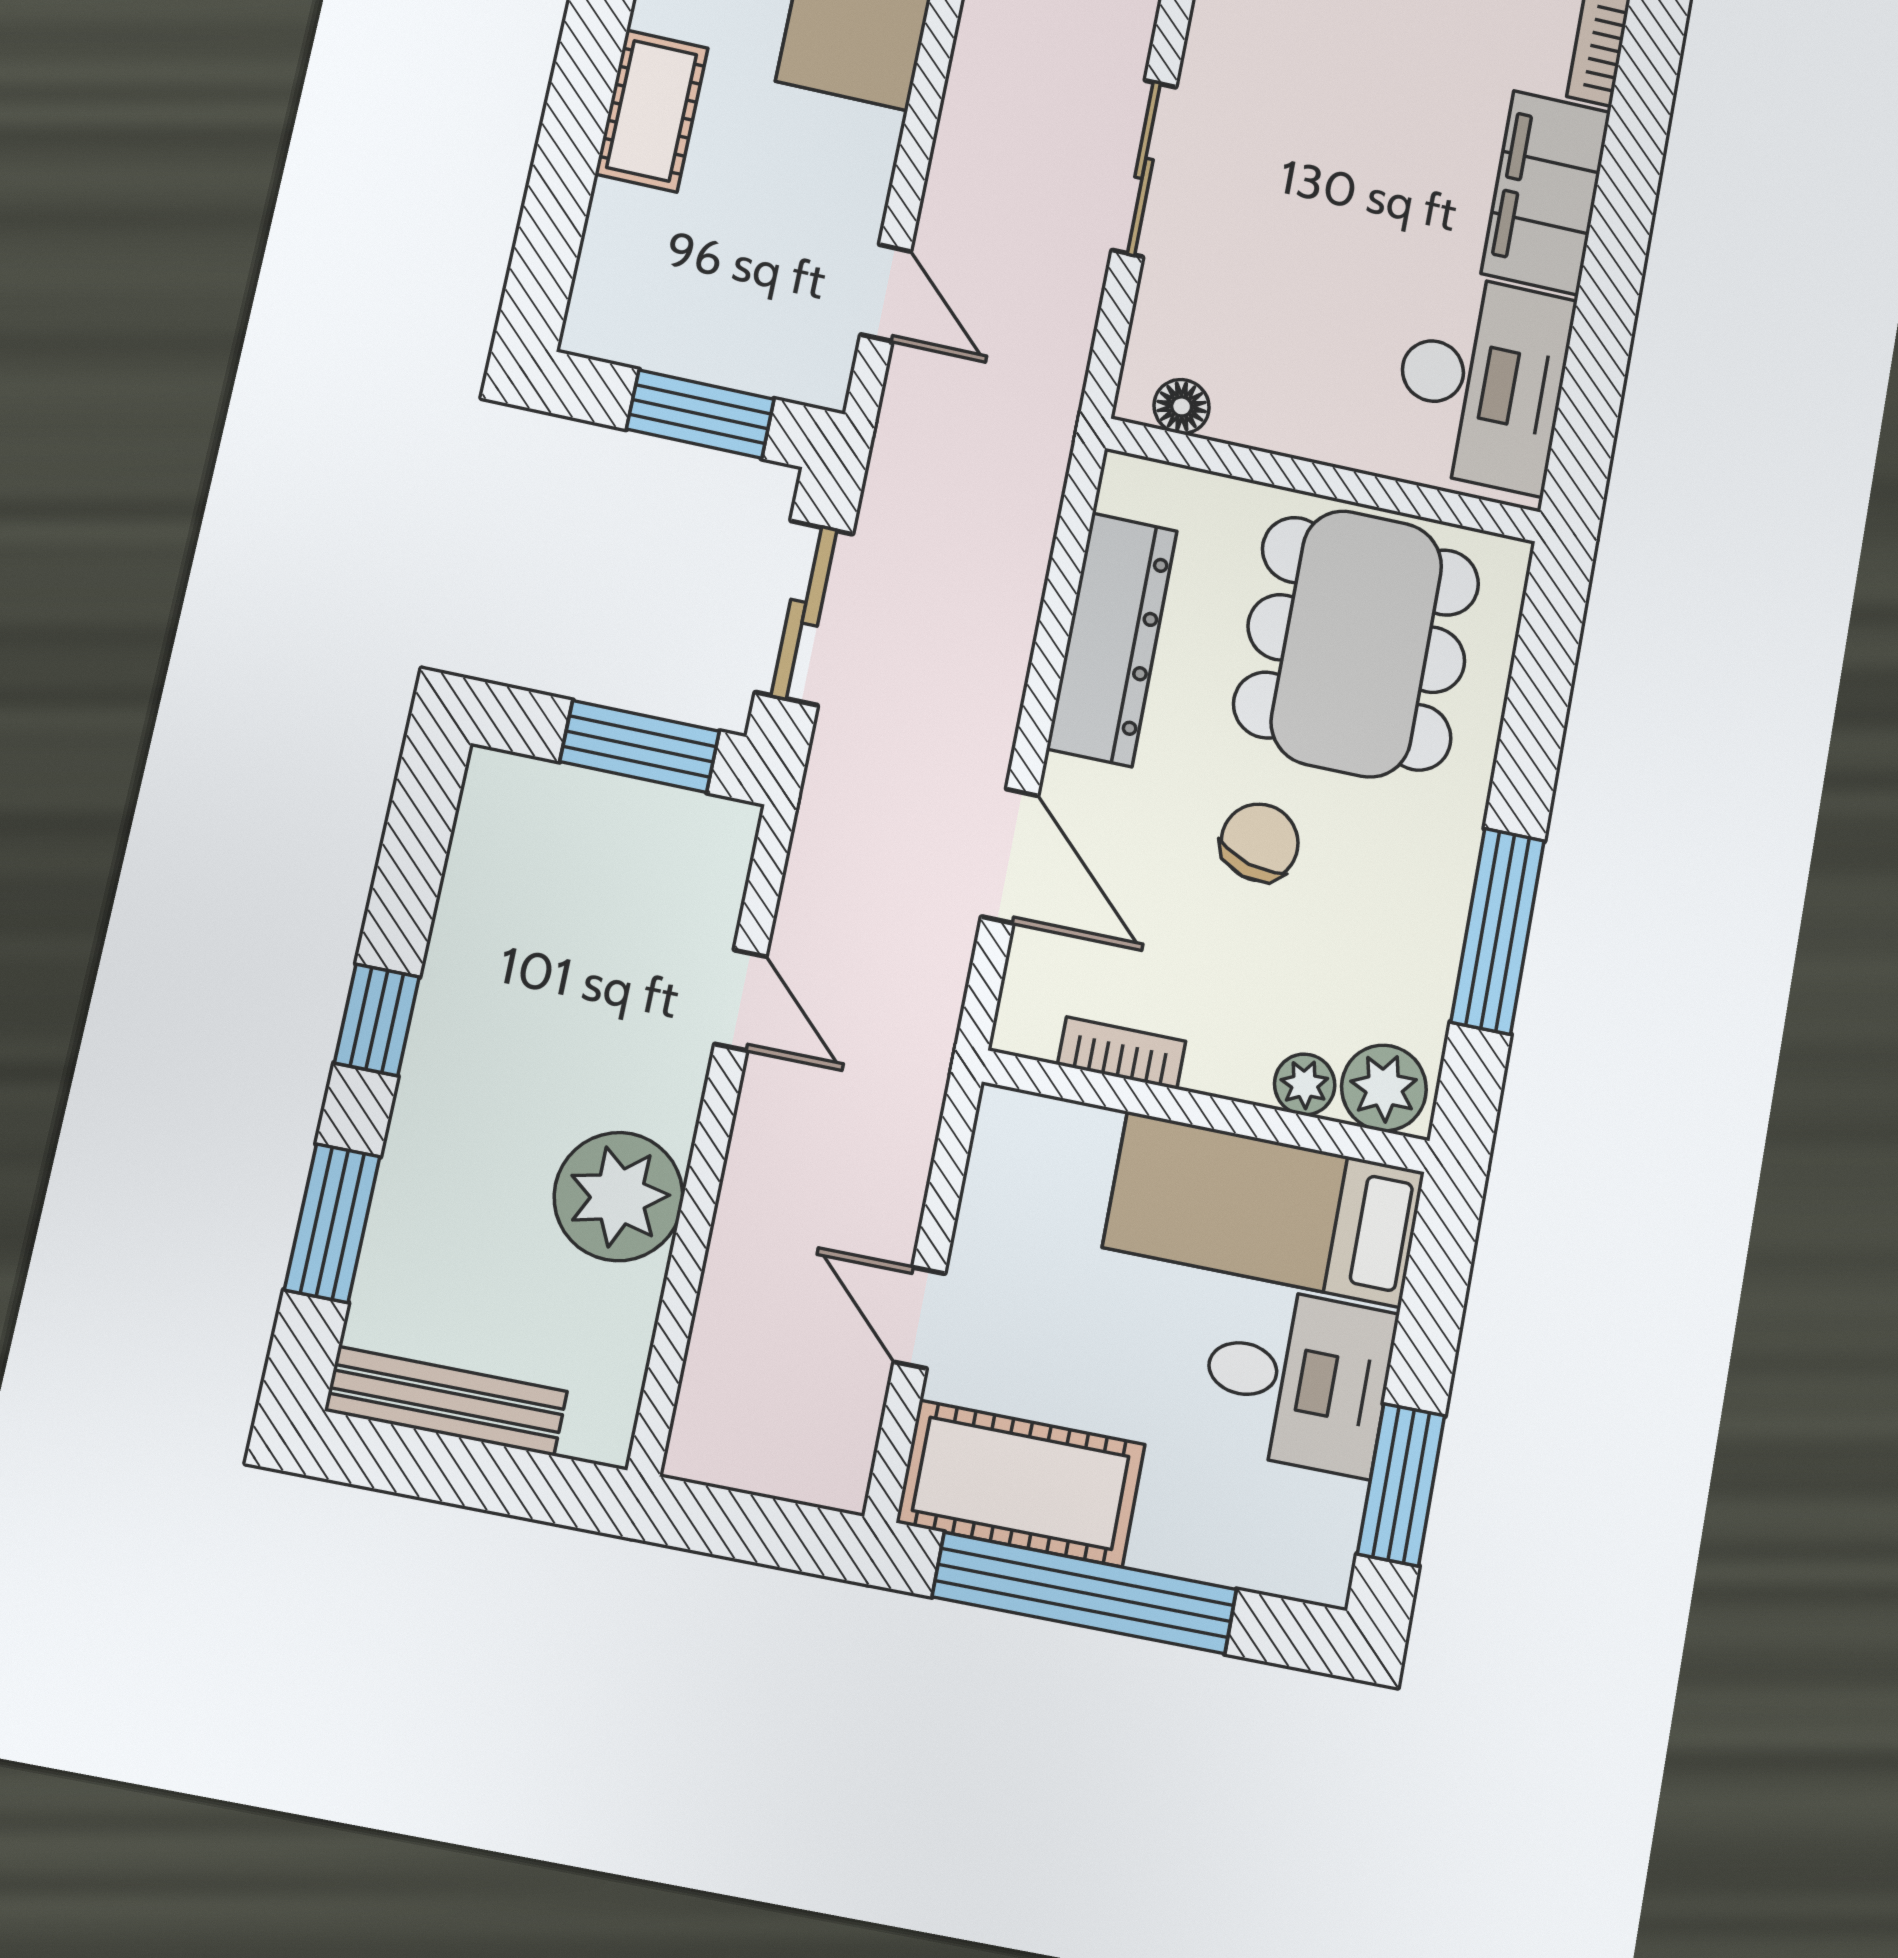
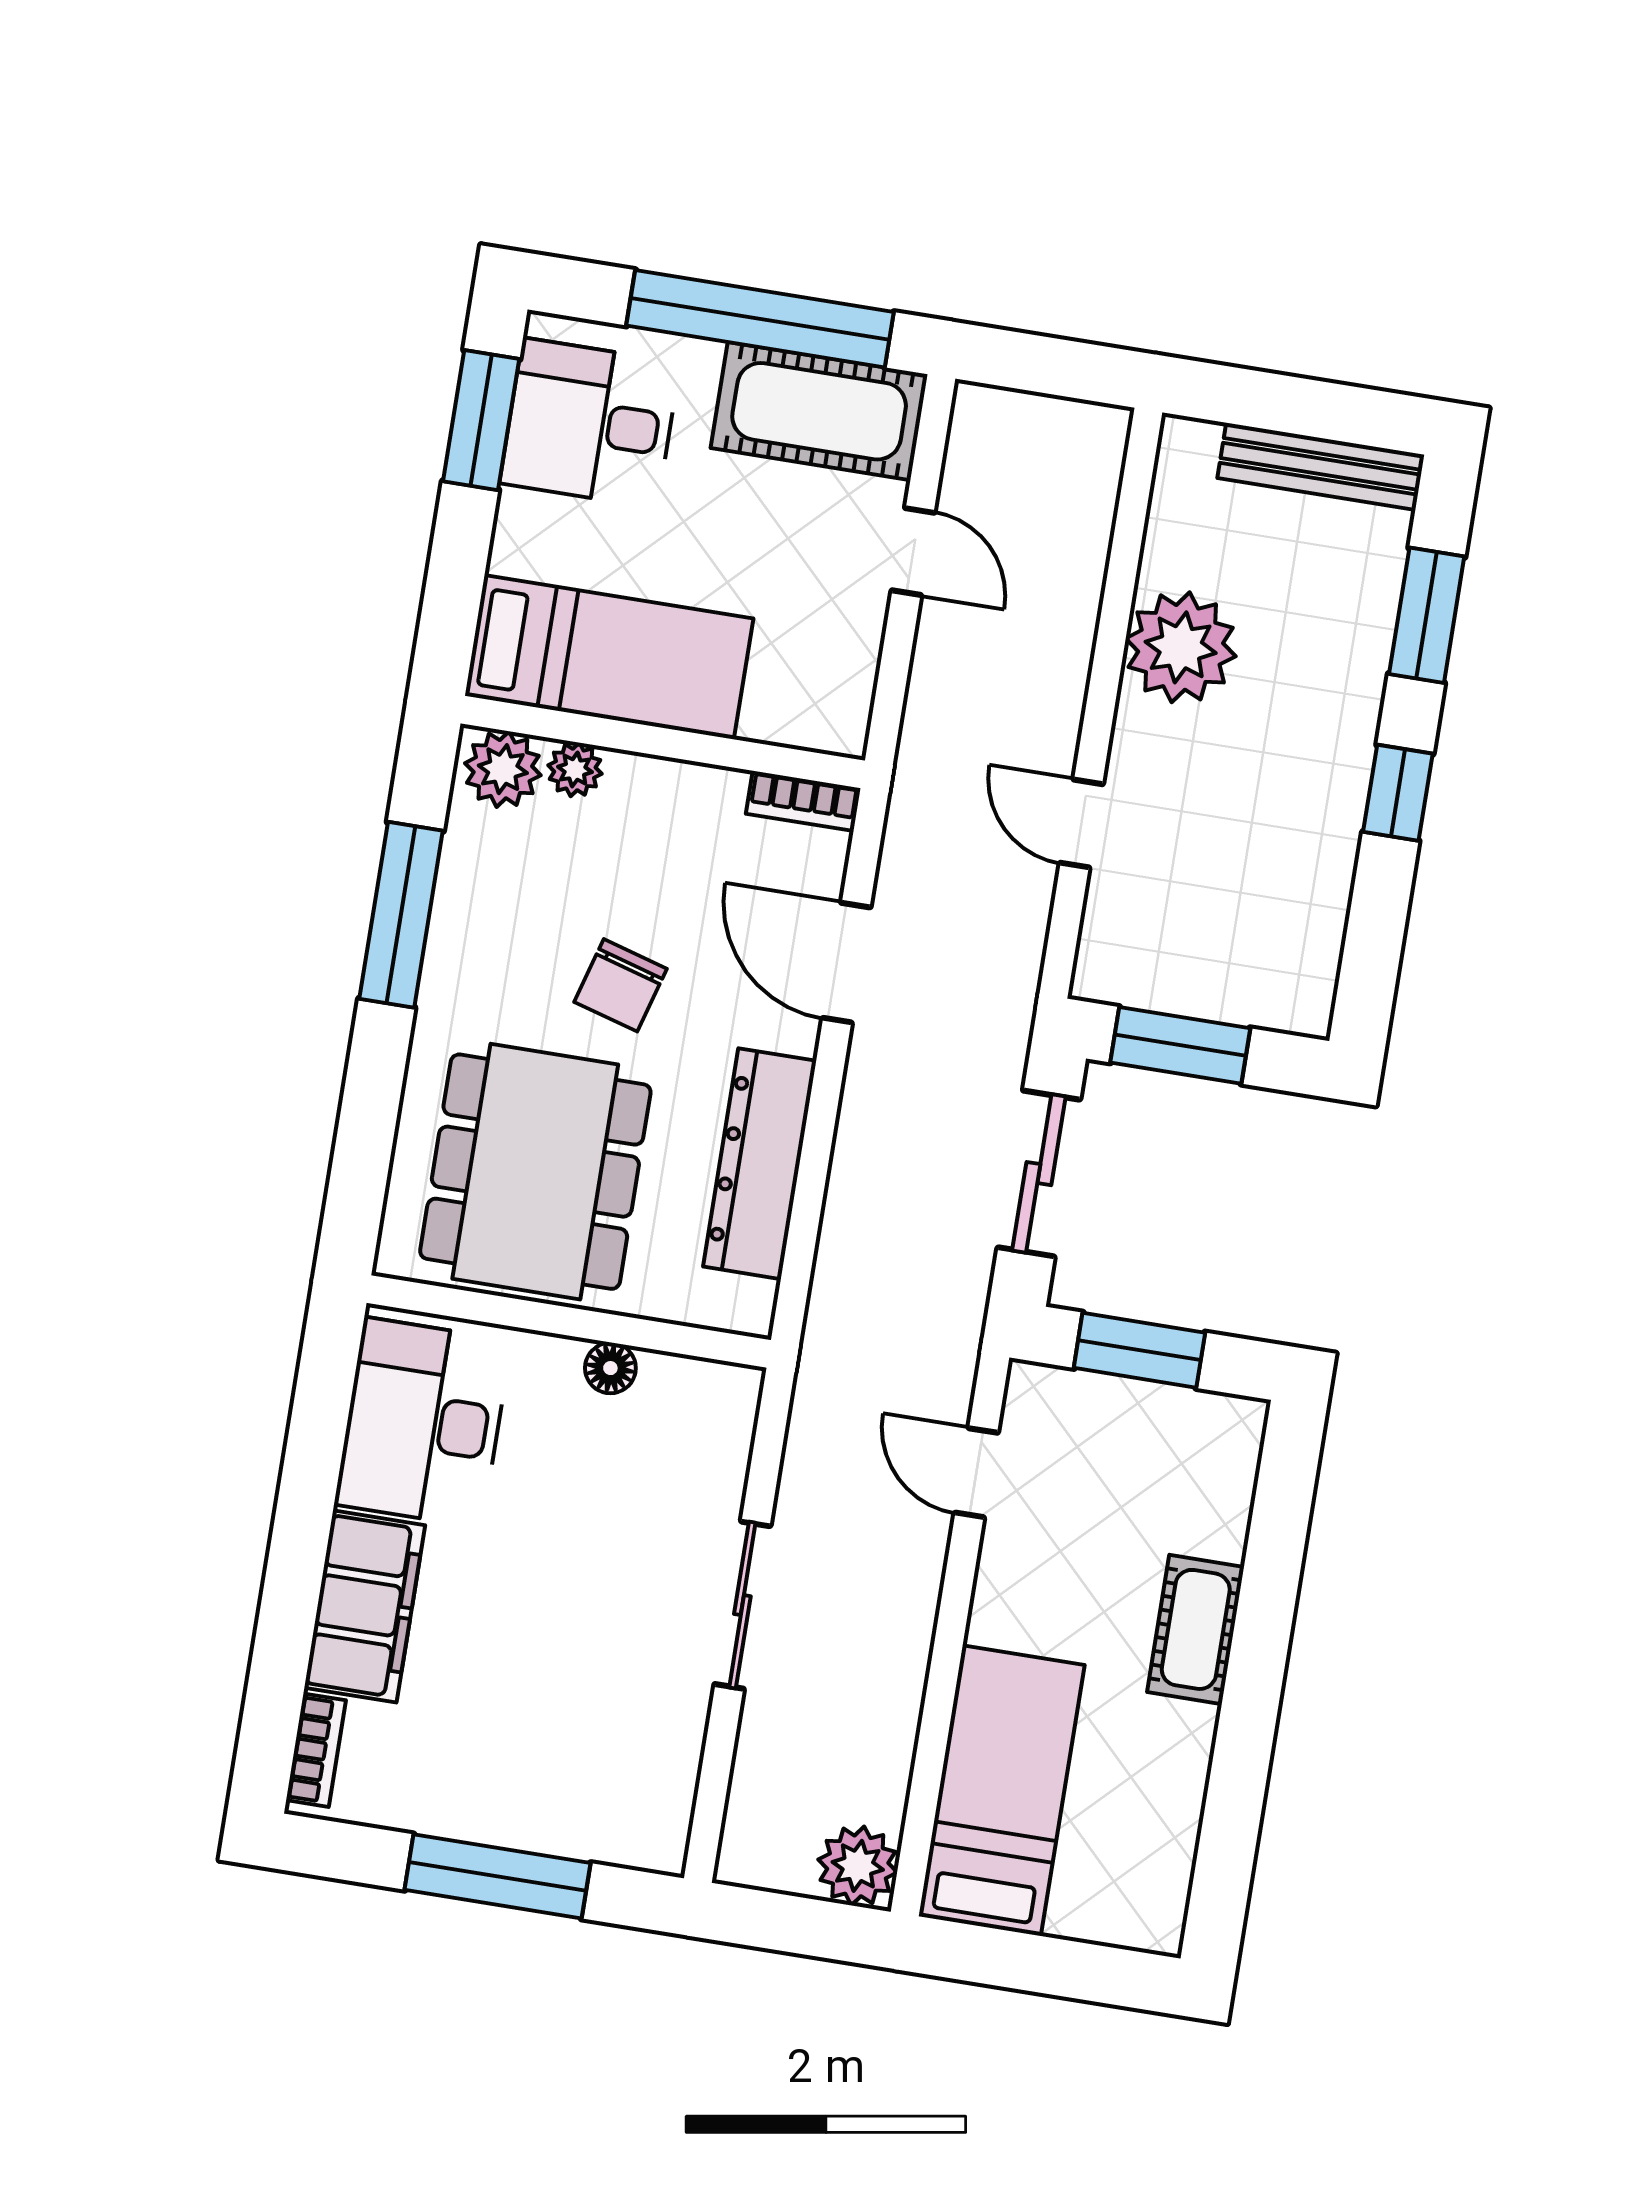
floor lamp: (1182, 406) -> (610, 1368), moved
bookcase: (1122, 1053) -> (803, 801), moved
desk: (1297, 1379) -> (590, 423), moved

